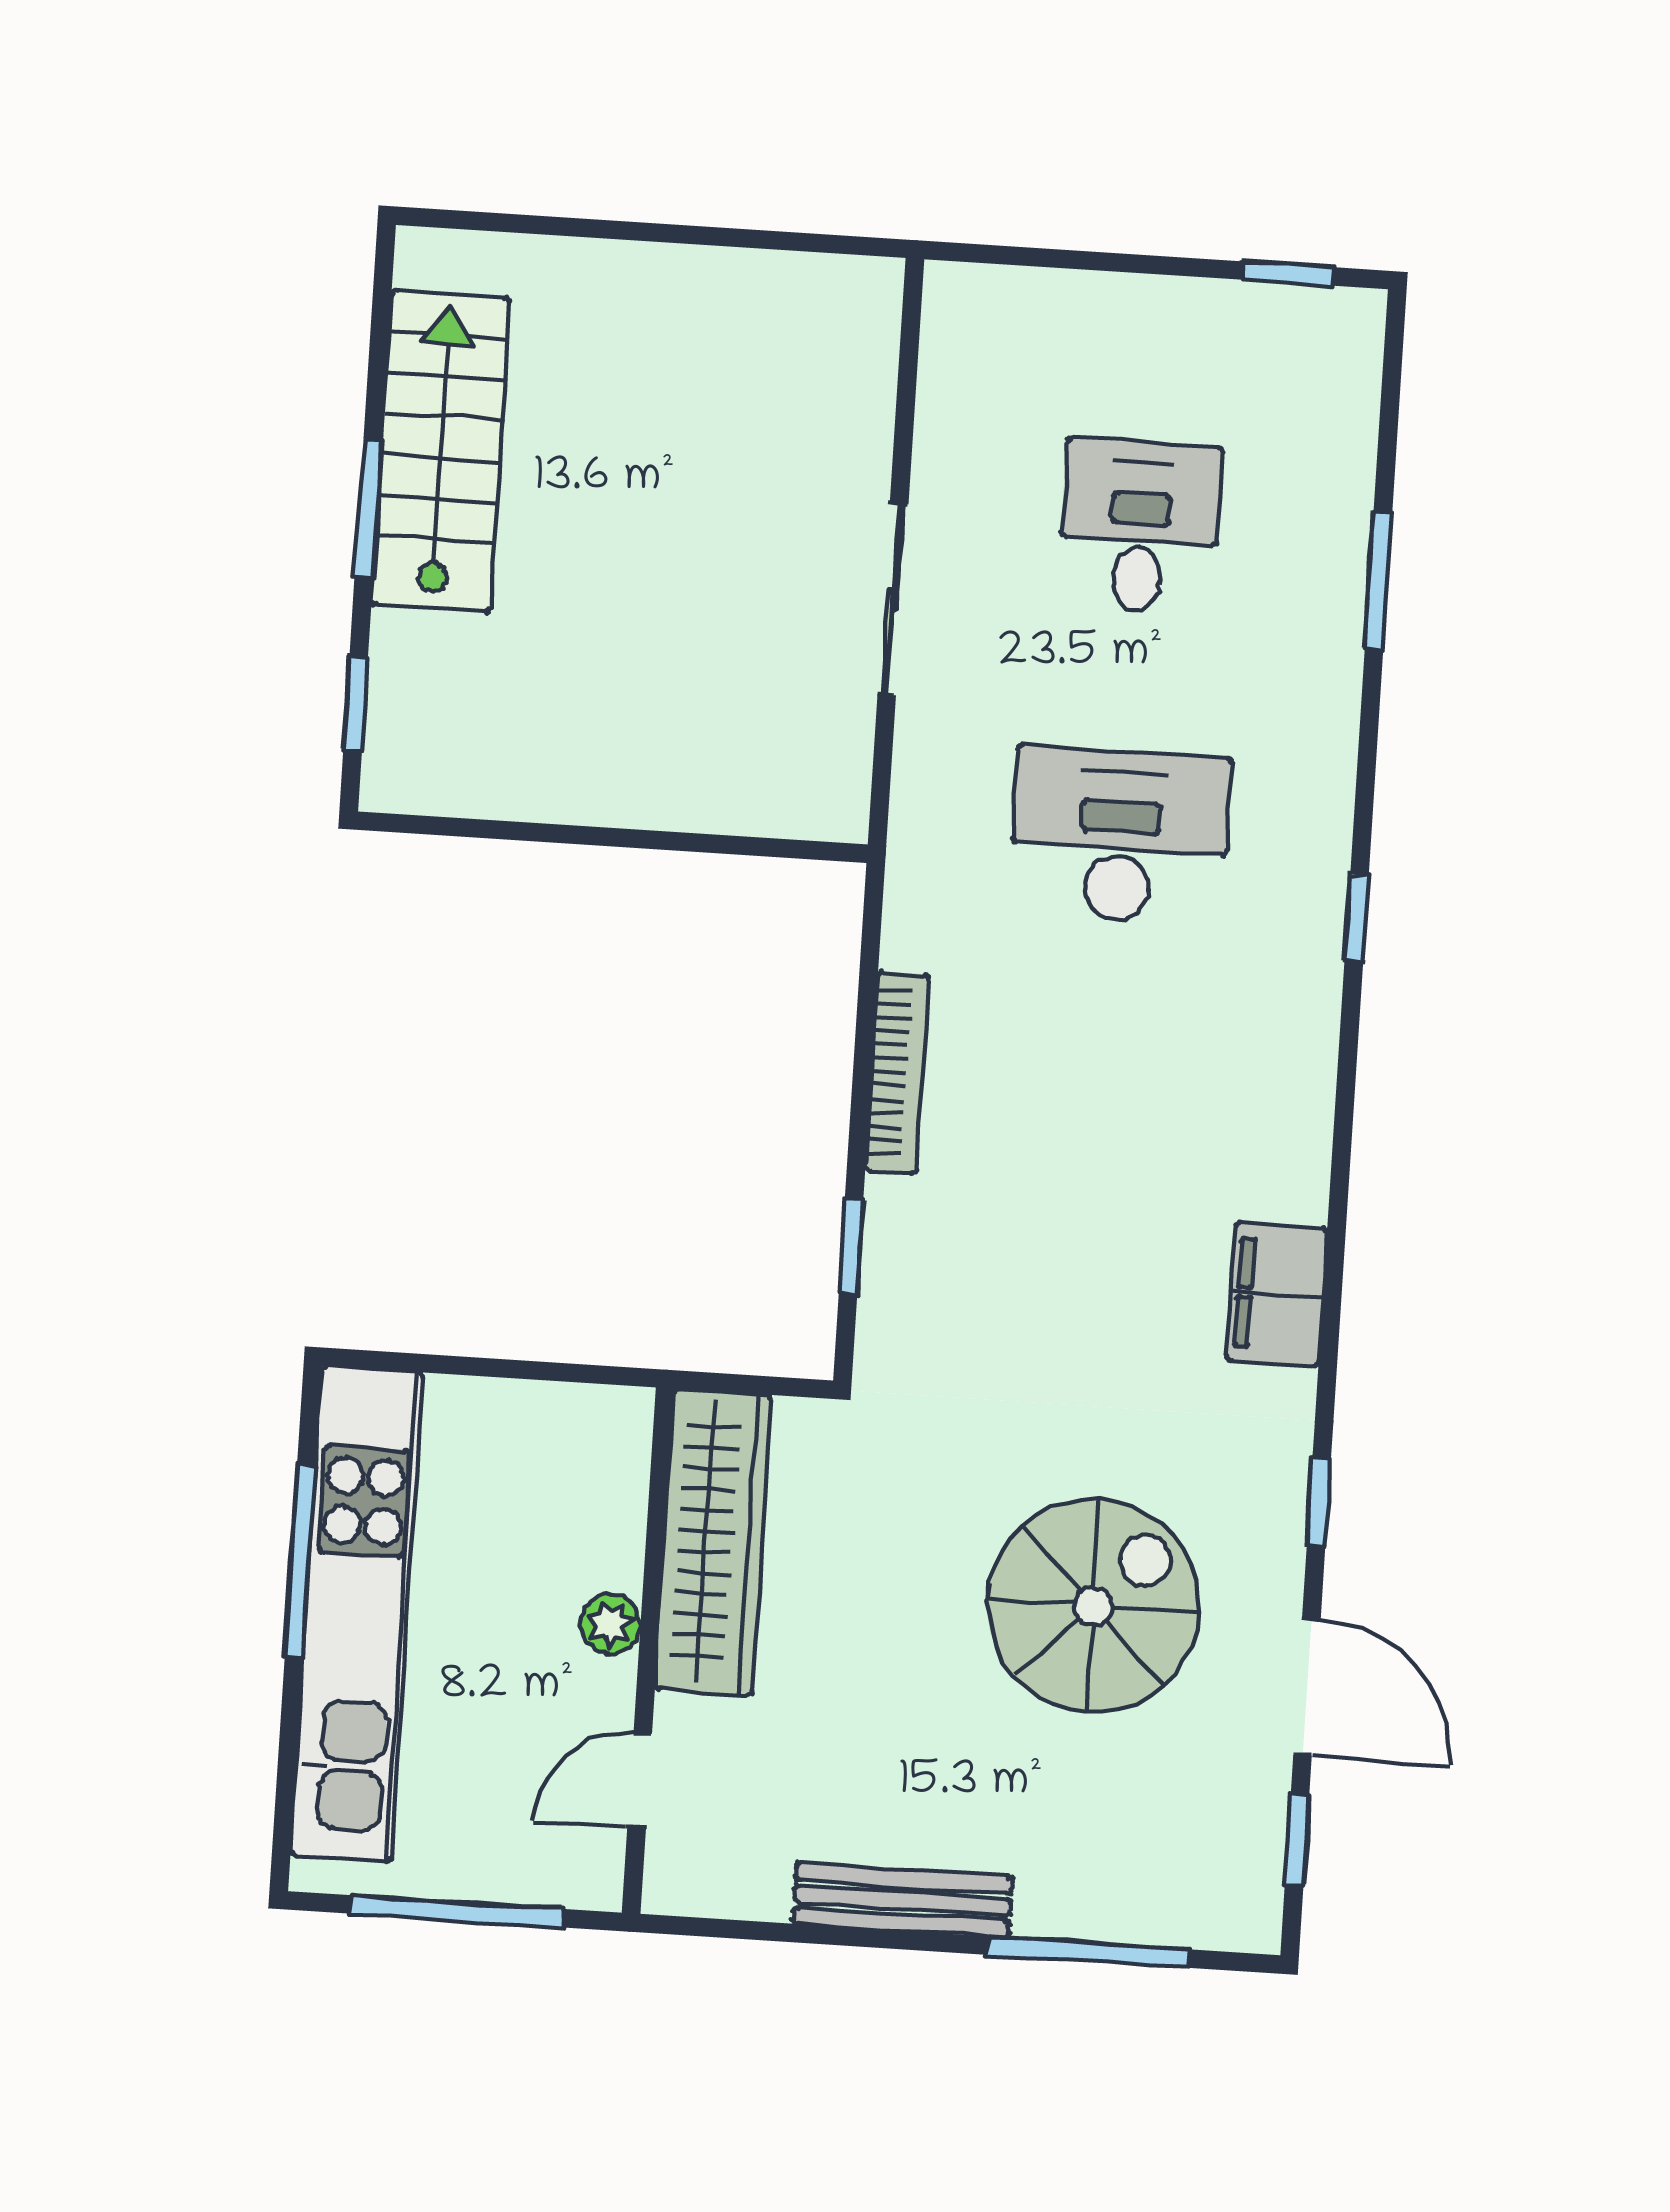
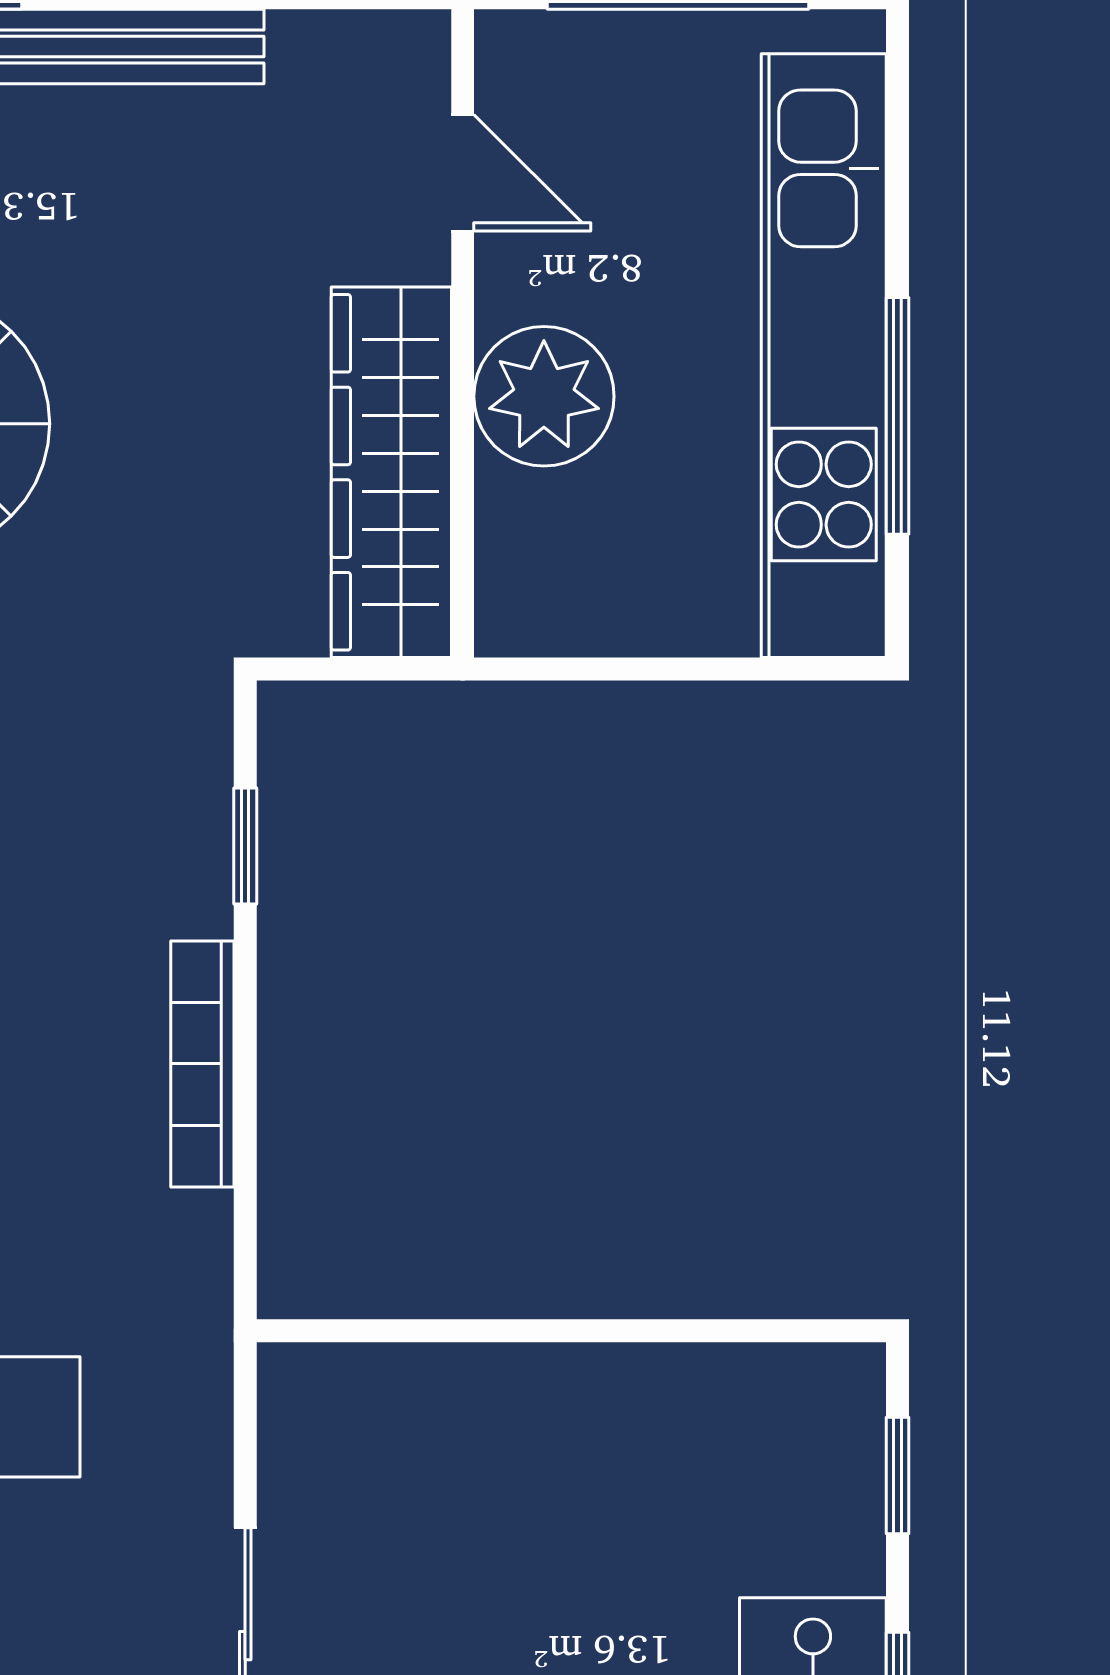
plant: (610, 1624) -> (544, 396), width x1.88, depth x1.88
door: (640, 1781) -> (463, 173), hinge flipped

